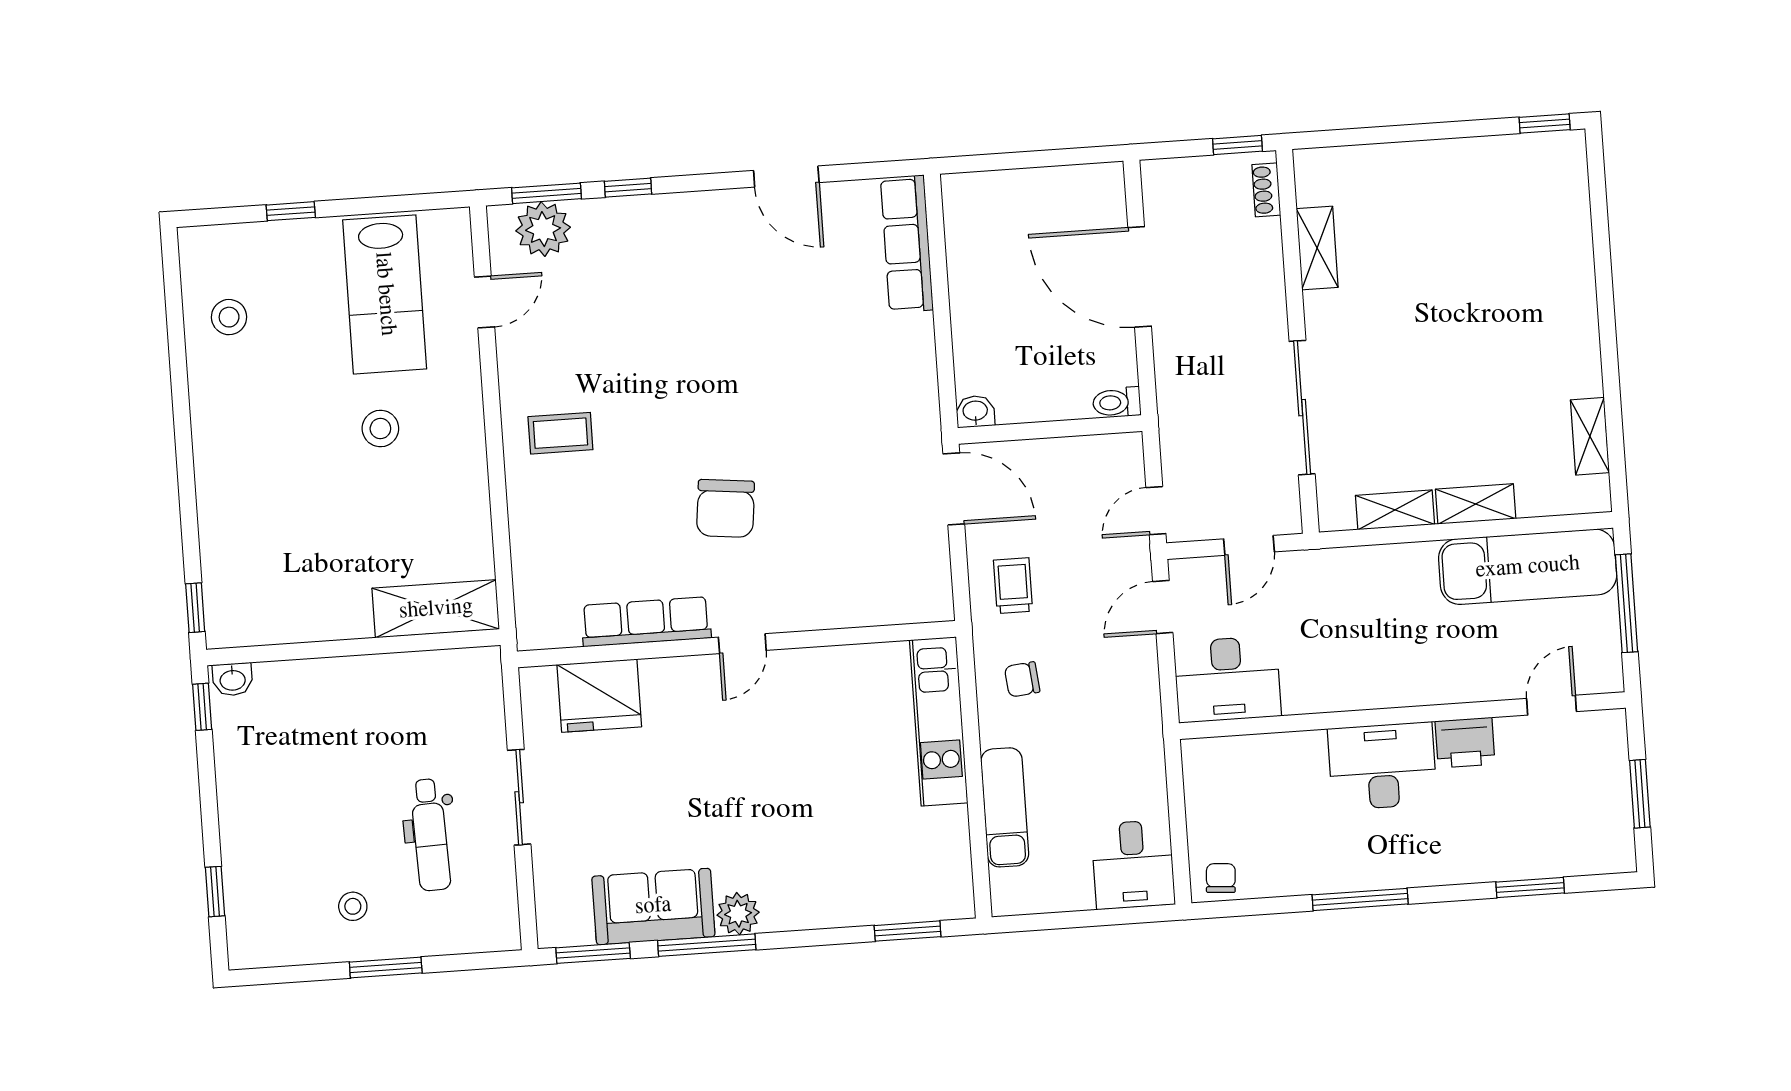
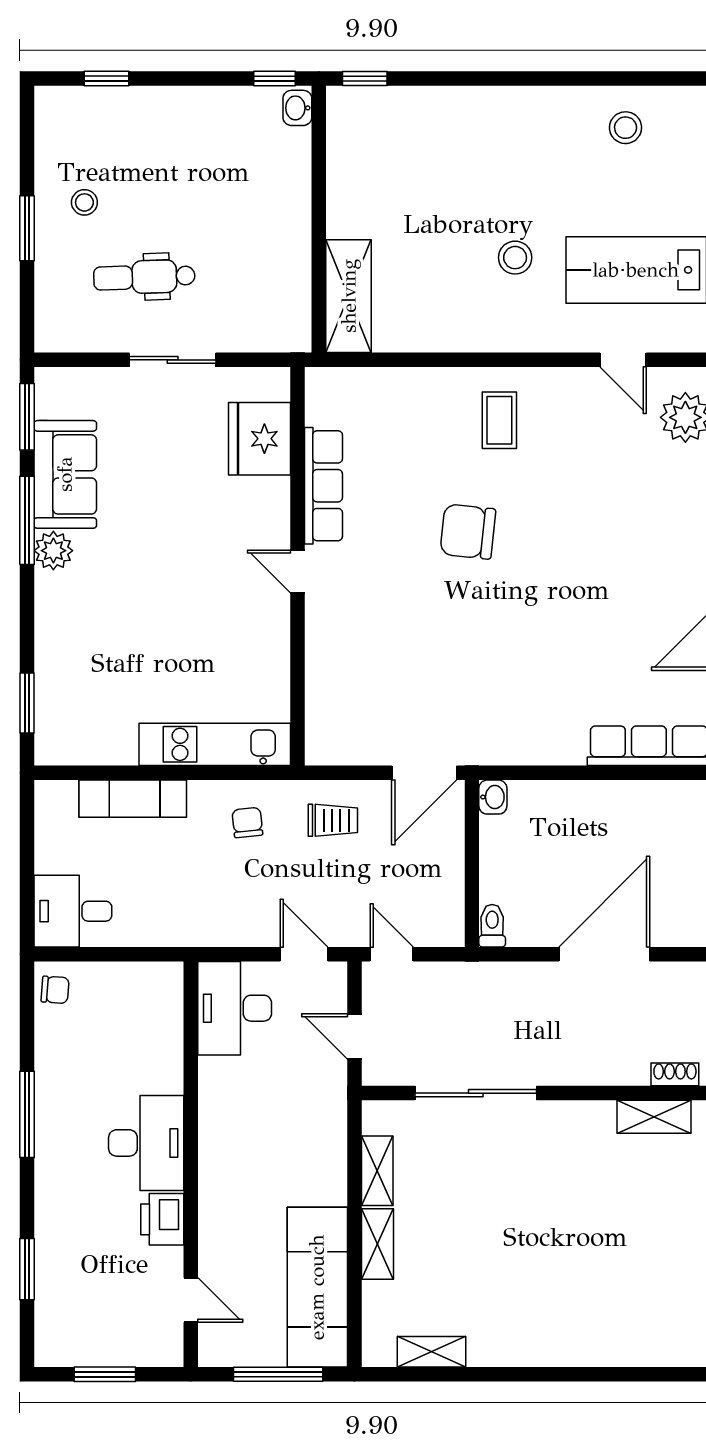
shelving: (1317, 248) -> (654, 1117), moved
chair: (726, 508) -> (468, 532), moved

